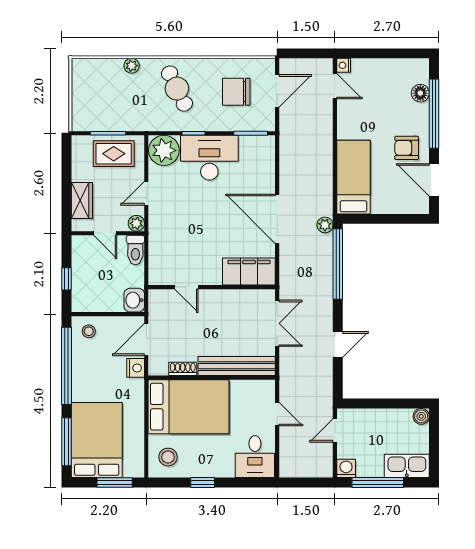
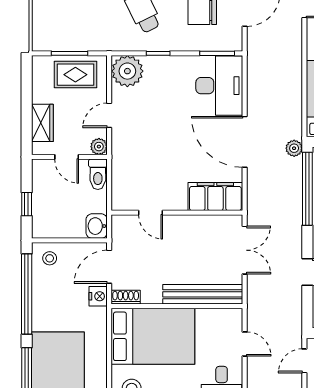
desk: (209, 158) -> (219, 86), moved, turned 90
shoe rack: (183, 369) -> (126, 297), moved

